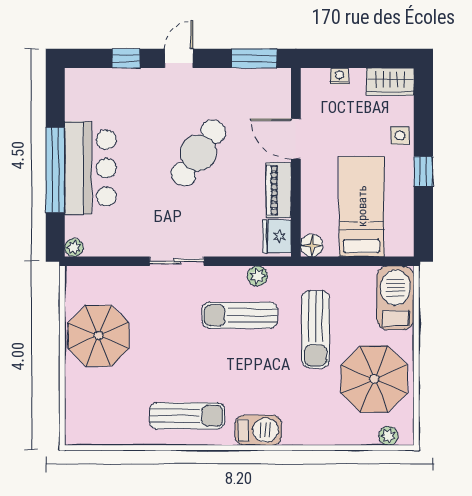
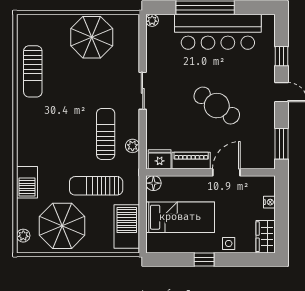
bar counter: (90, 168) -> (218, 32), width x1.36
barbecue: (395, 298) -> (127, 227), moved, turned -90
sun lounger: (187, 416) -> (33, 71), moved
barbecue: (258, 430) -> (27, 182), moved

